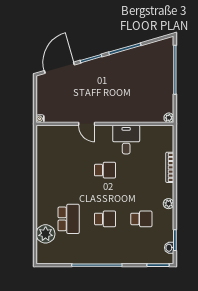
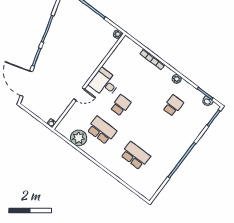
desk: (126, 140) -> (104, 83), moved
school desk: (105, 219) -> (102, 130), moved, width x1.85
plant: (46, 234) -> (79, 138), moved

